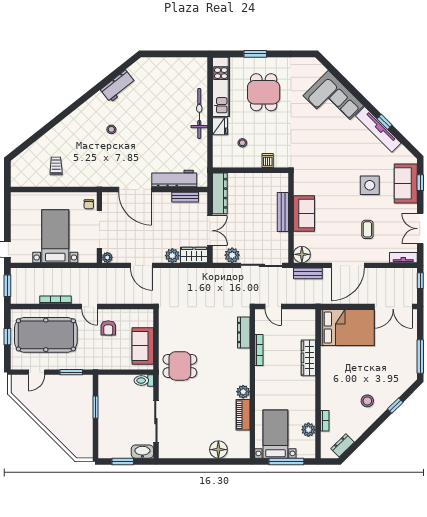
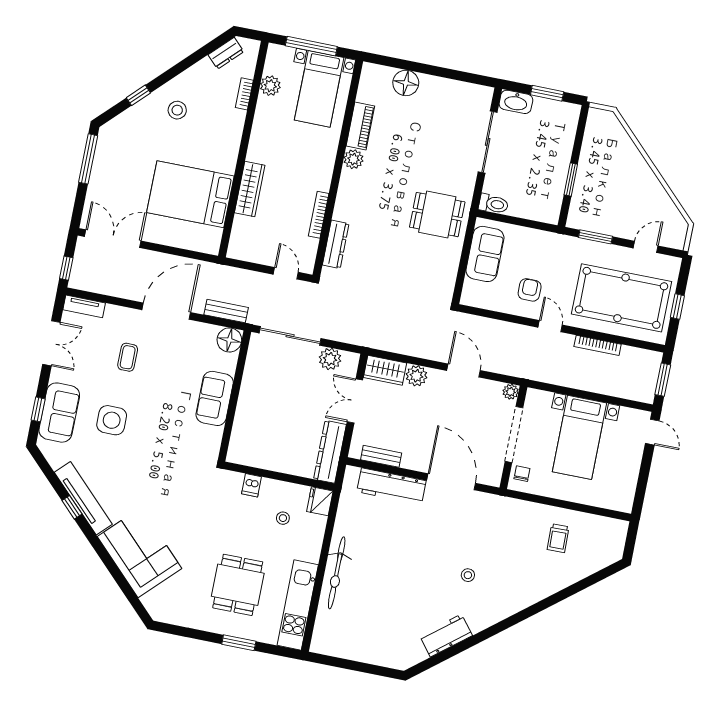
fridge: (220, 126) -> (320, 501), moved
bench: (283, 212) -> (244, 407), removed
bed: (347, 327) -> (190, 194), moved

